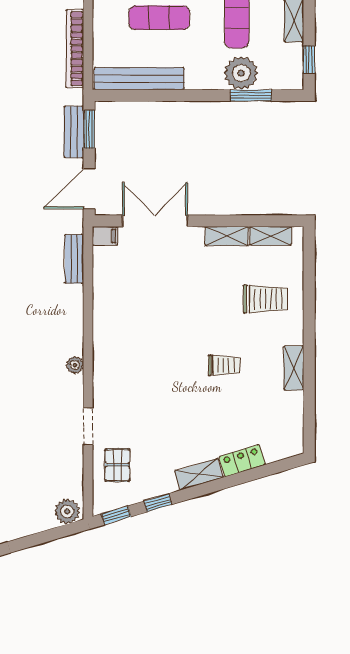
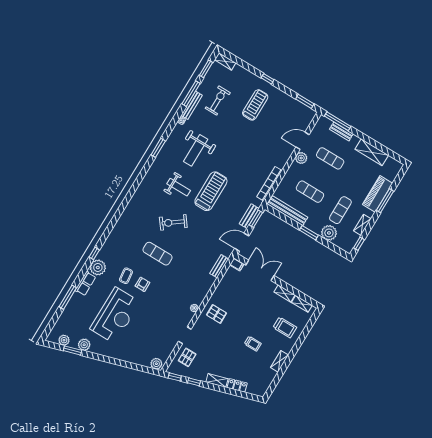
window: (251, 95) -> (309, 233), moved
pallet: (123, 351) -> (216, 314), added

